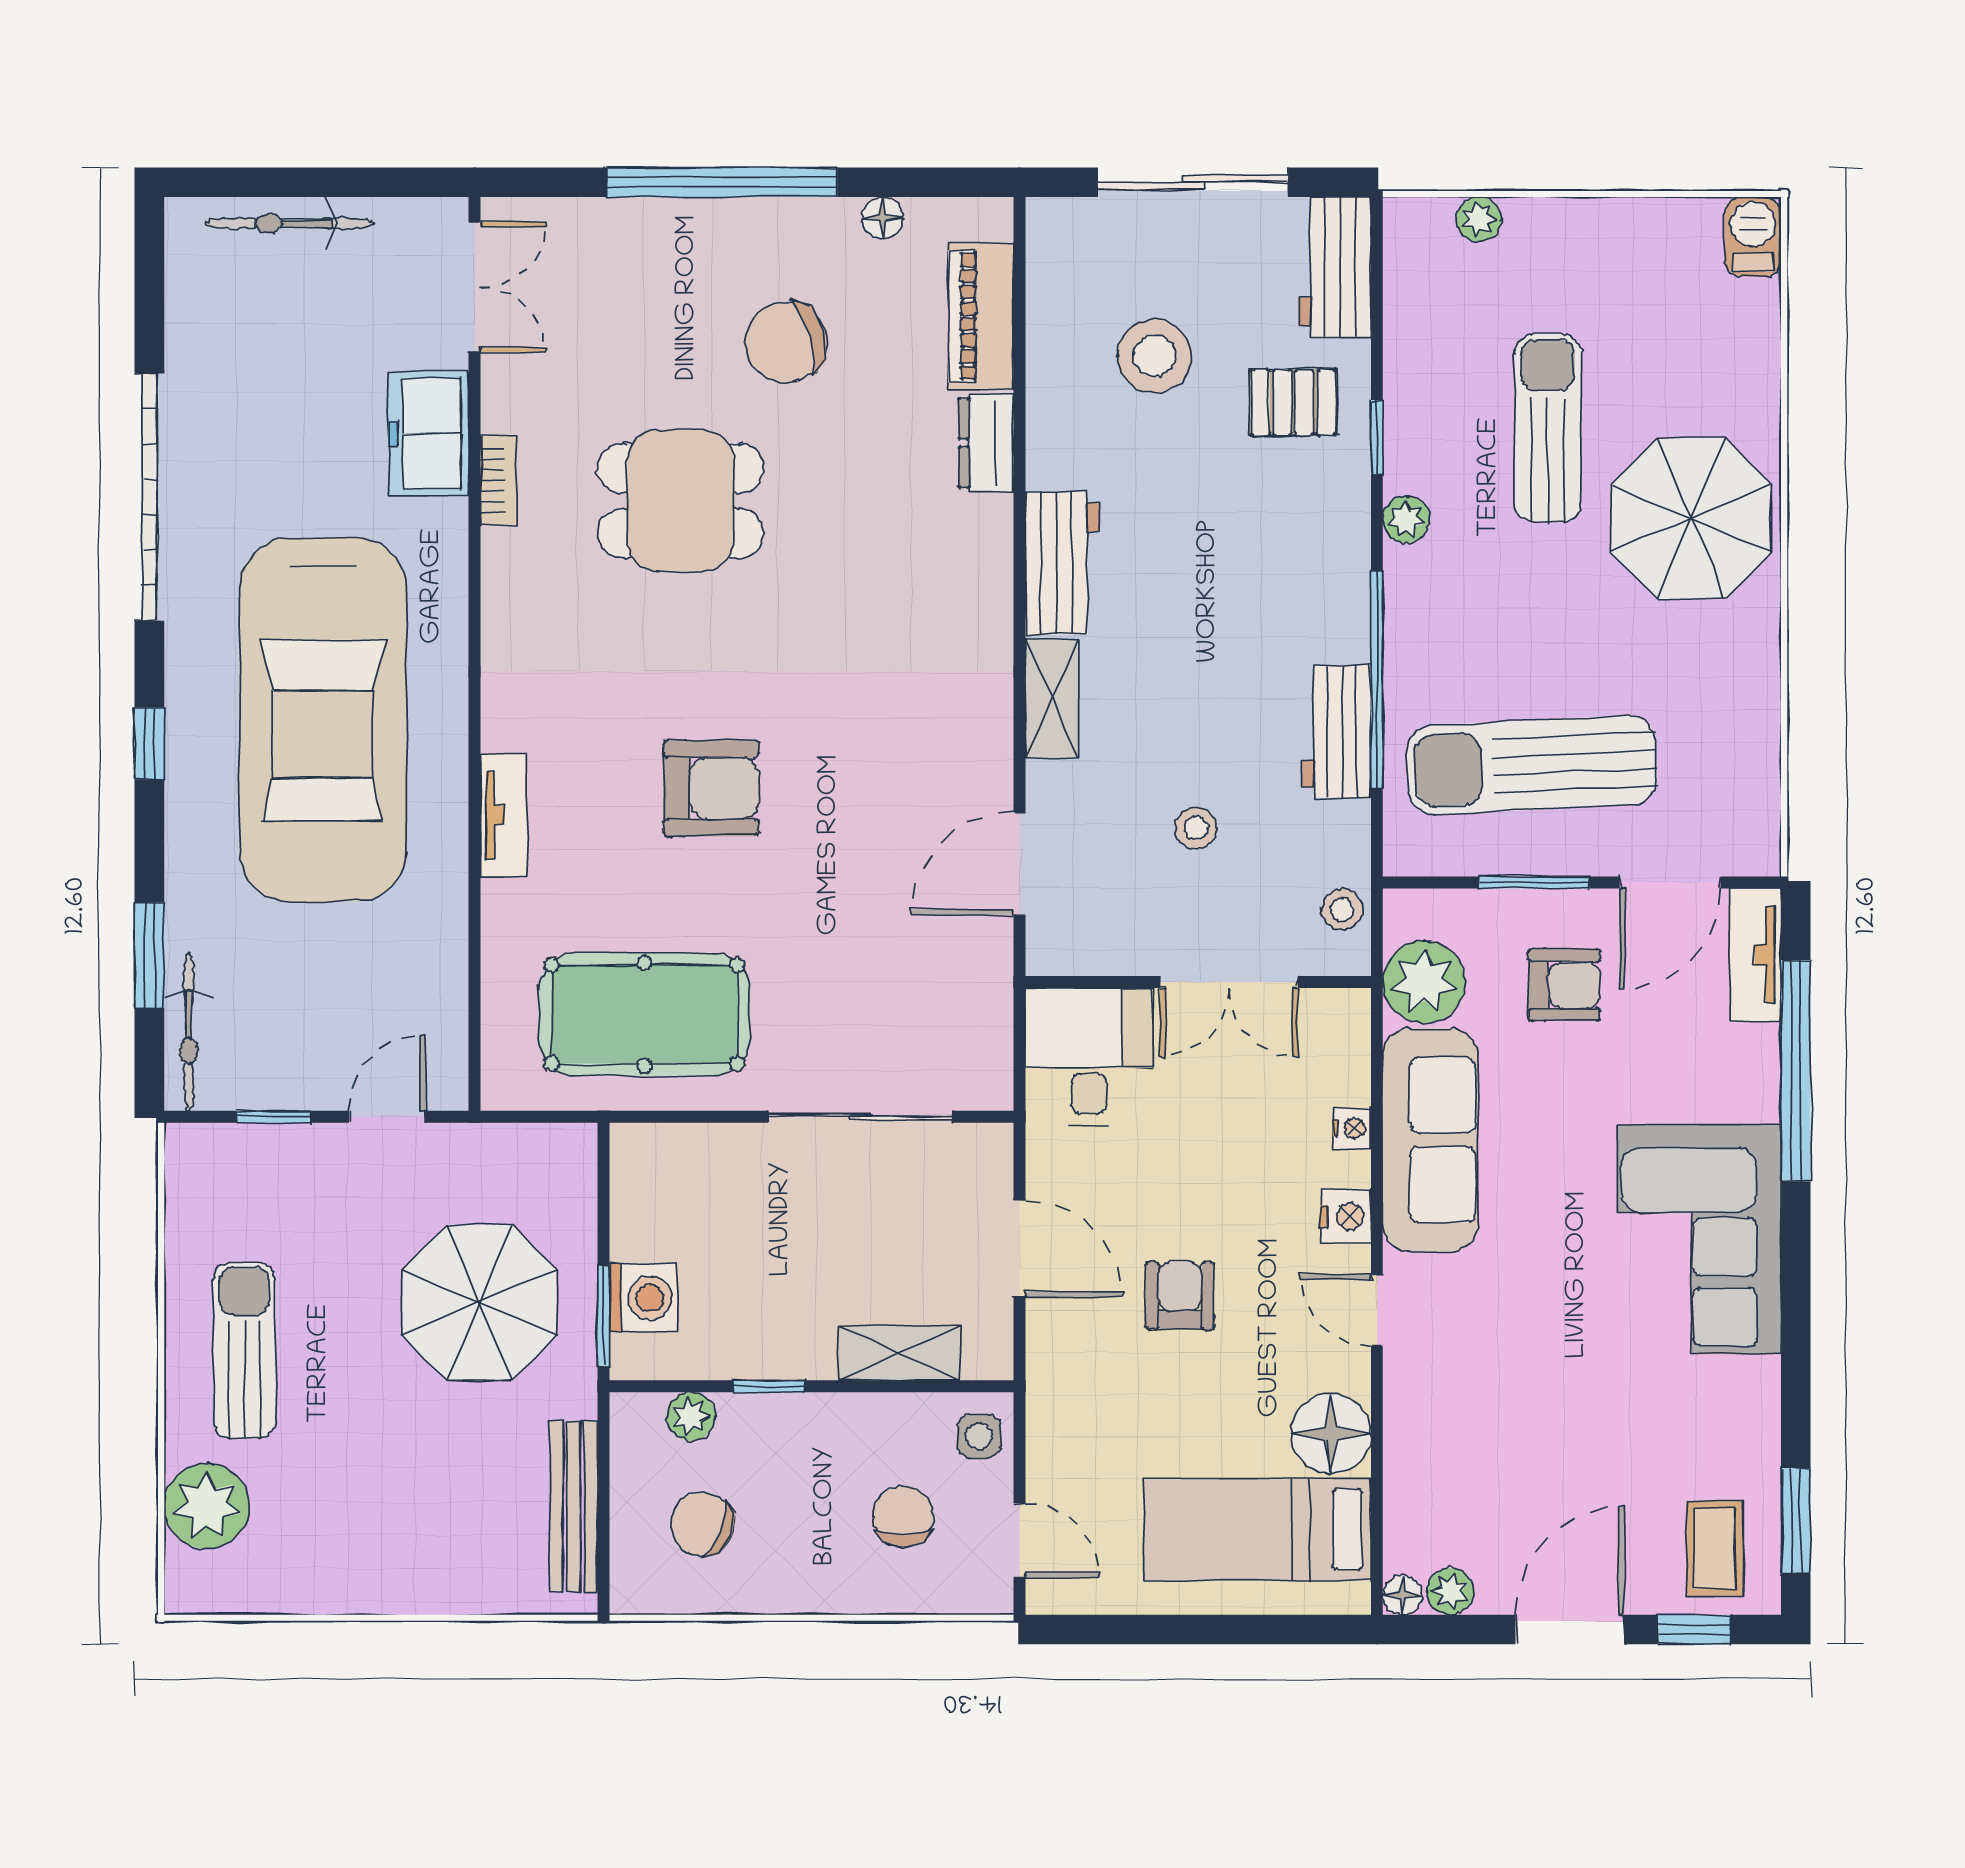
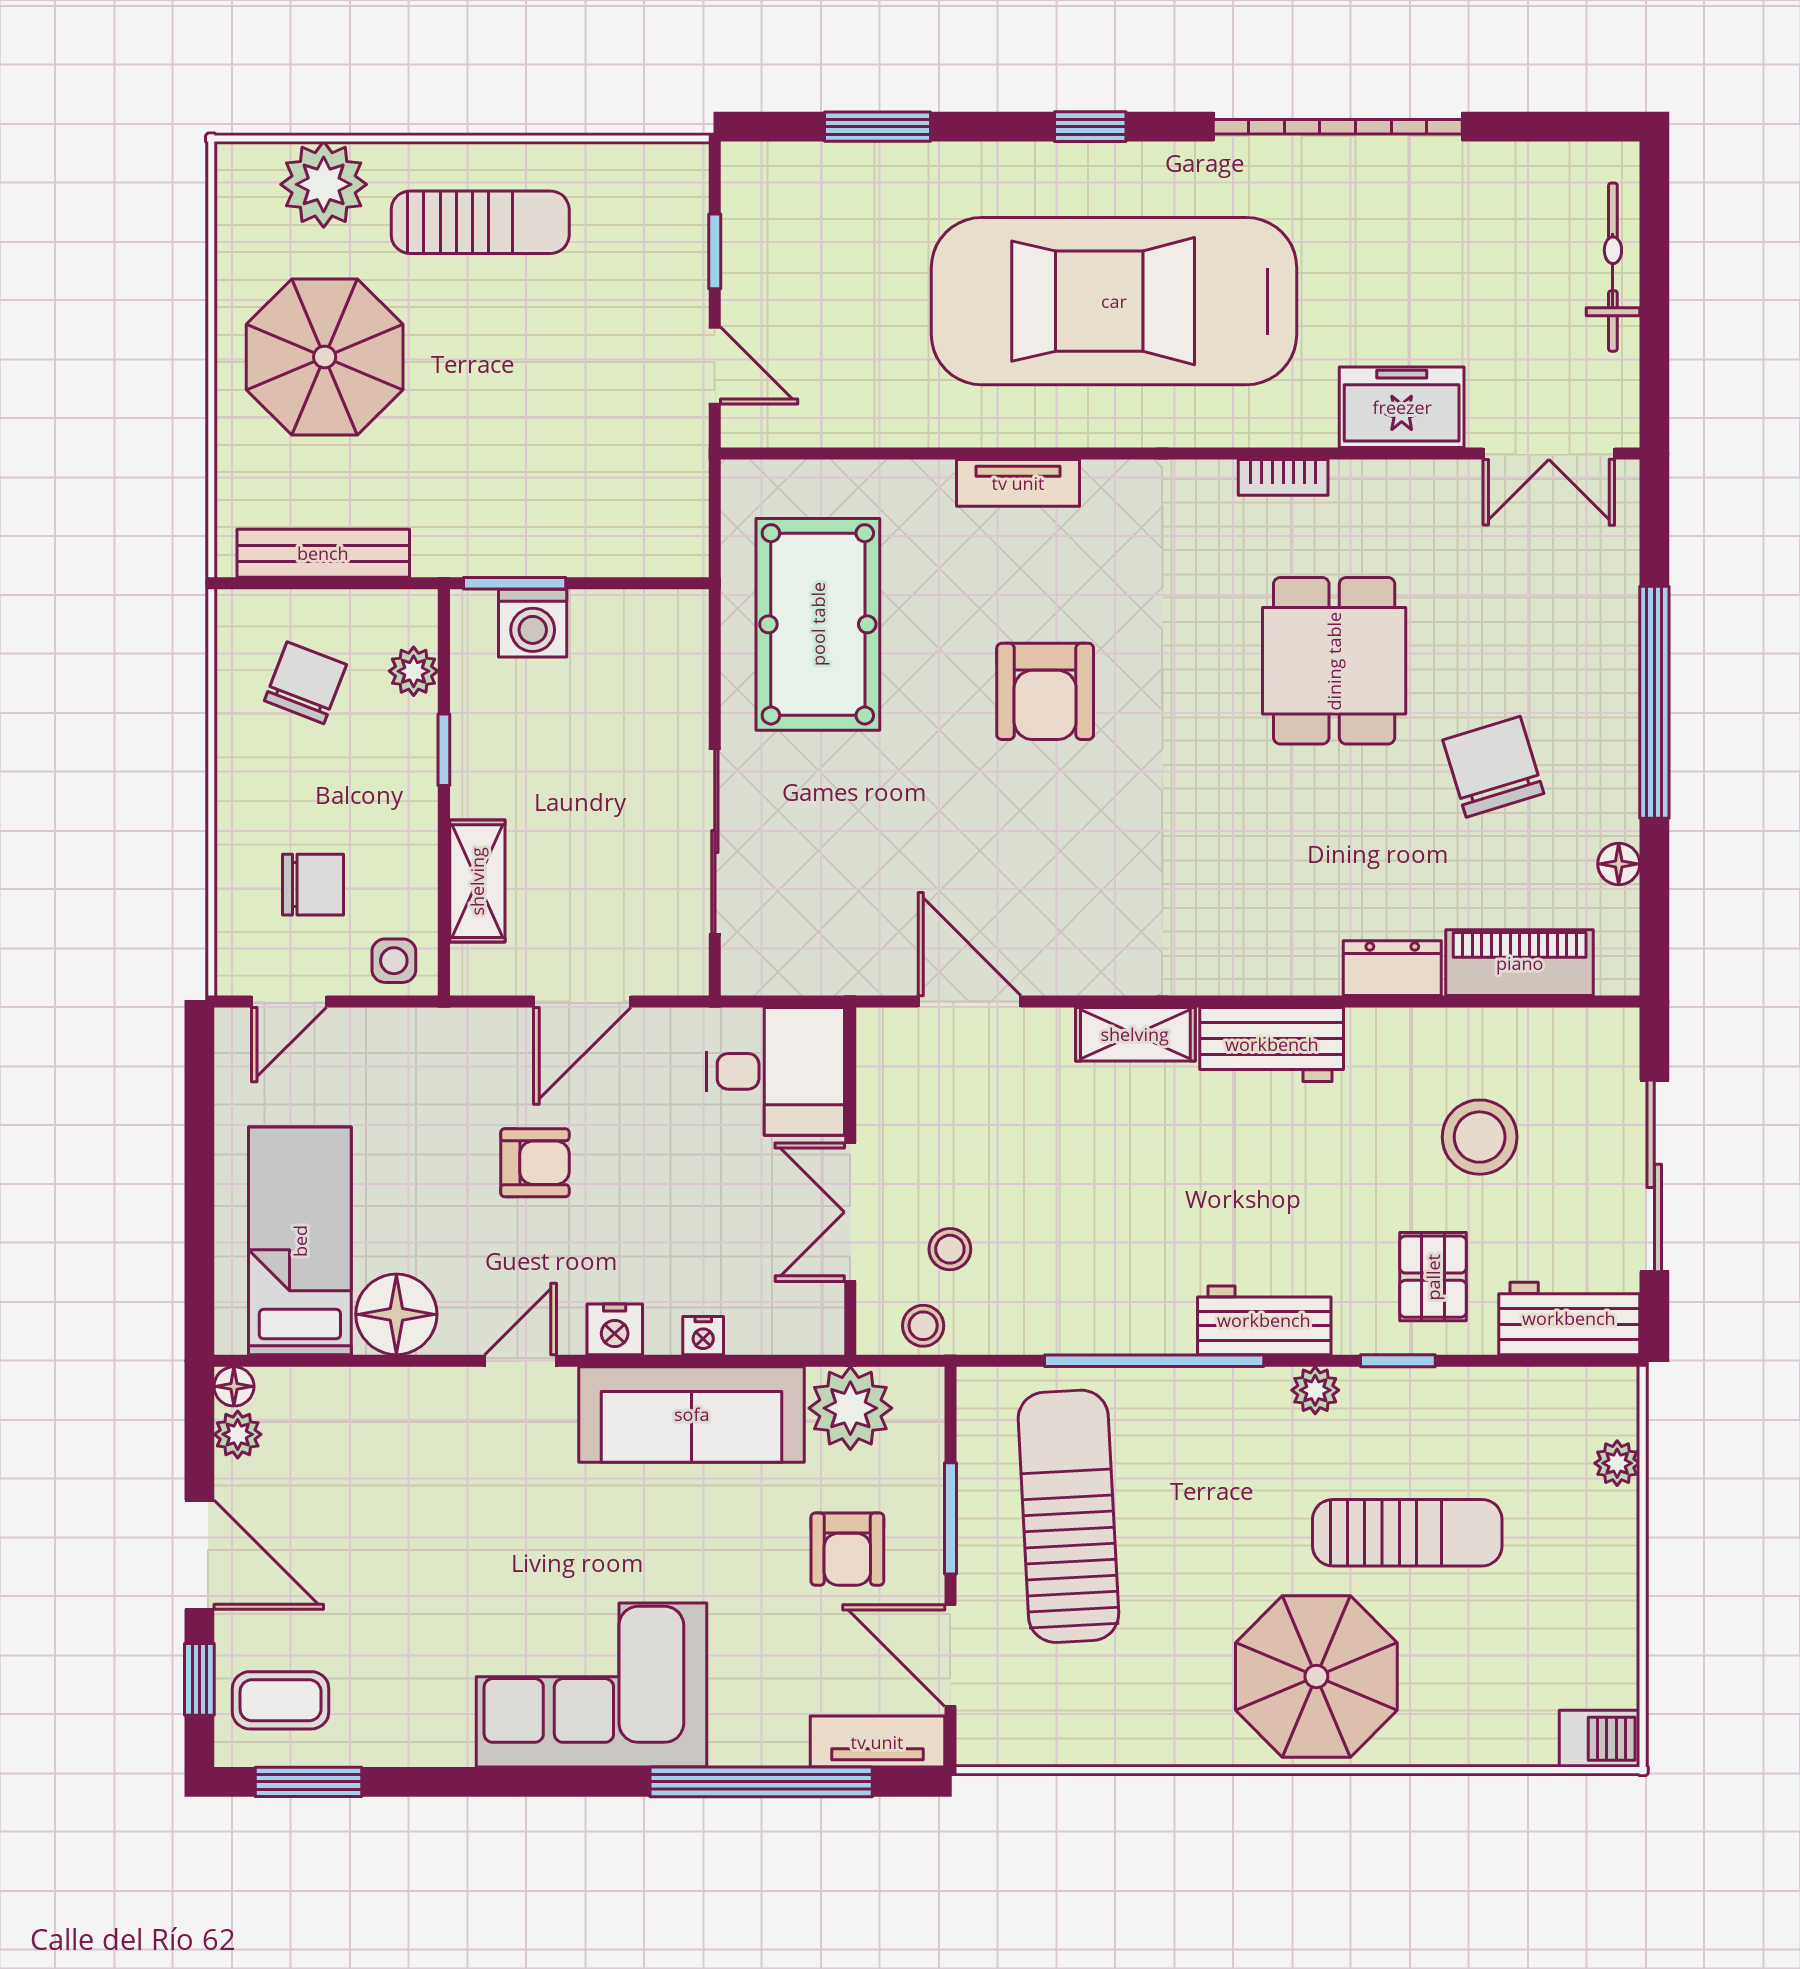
bookcase: (498, 480) -> (1283, 477), moved
workbench: (1337, 731) -> (1264, 1320), moved
stool: (1196, 828) -> (950, 1249), moved
bicycle: (189, 1032) -> (800, 167), removed
parasol: (479, 1303) -> (325, 357), moved

